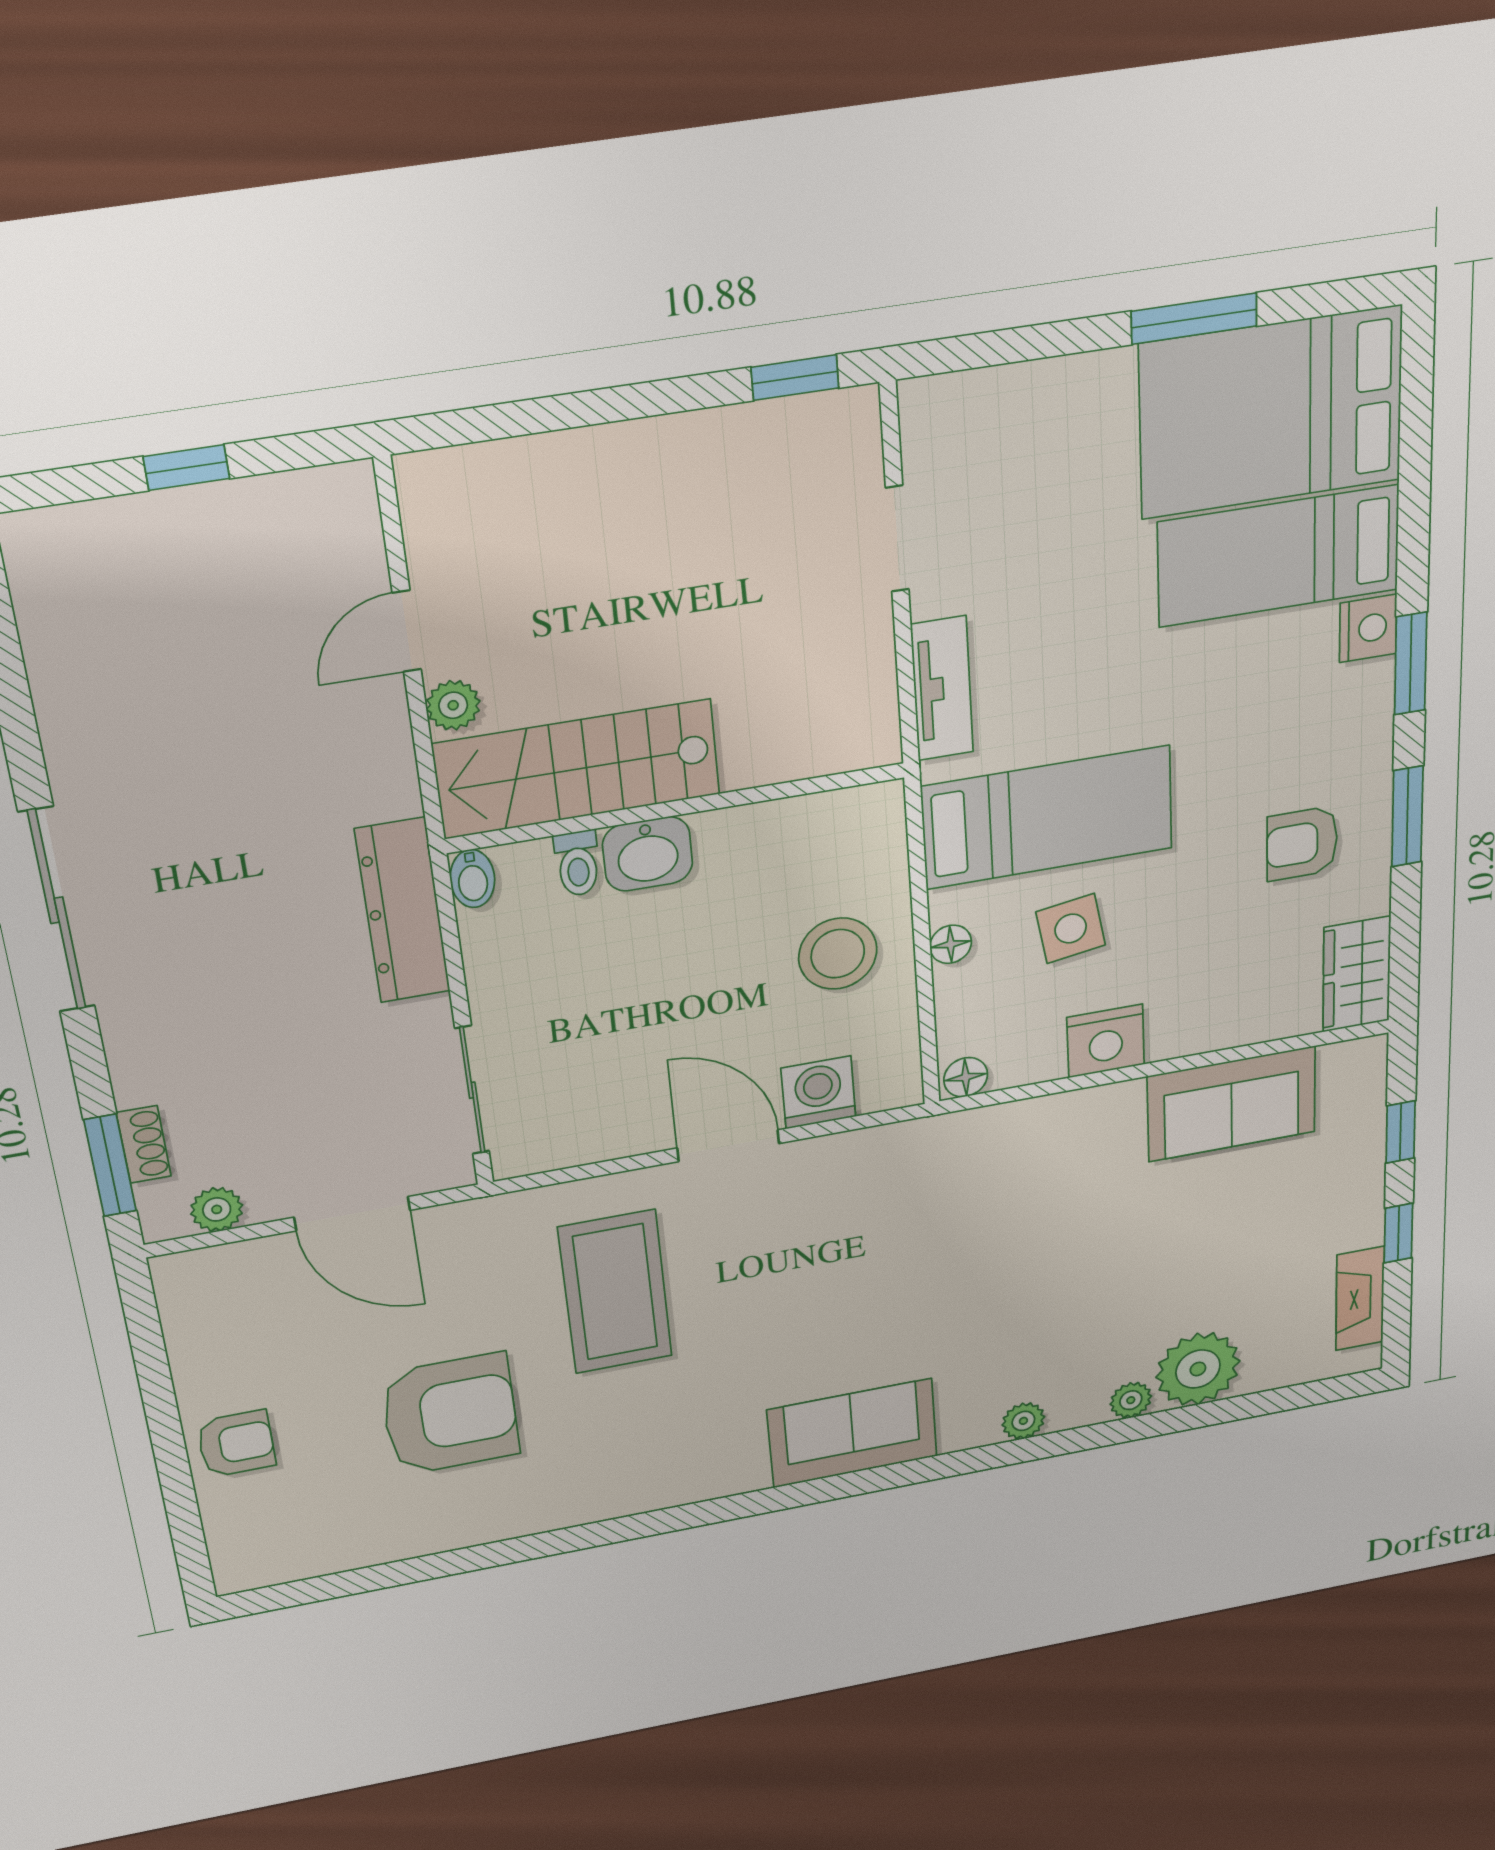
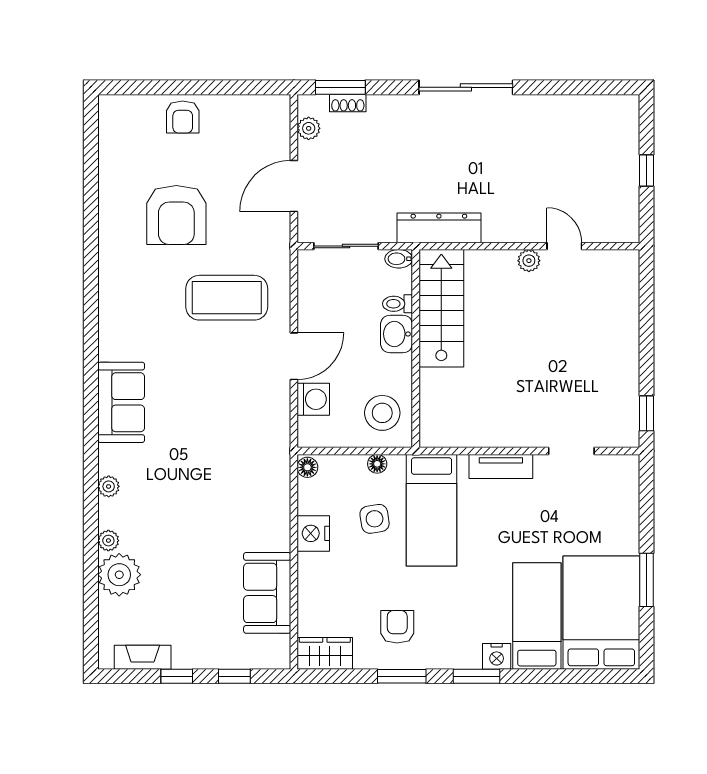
stairs: (577, 769) -> (441, 308), moved
wall: (677, 808) -> (416, 349), moved
washbasin: (648, 854) -> (396, 334), moved
toilet: (578, 863) -> (398, 304), moved
bidet: (472, 879) -> (399, 259), moved

